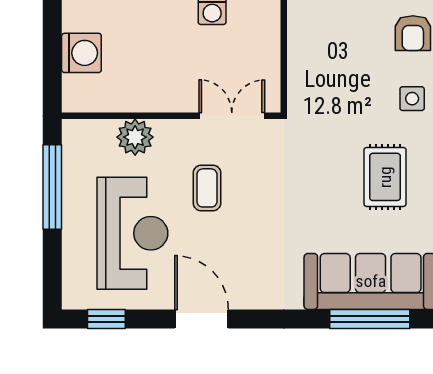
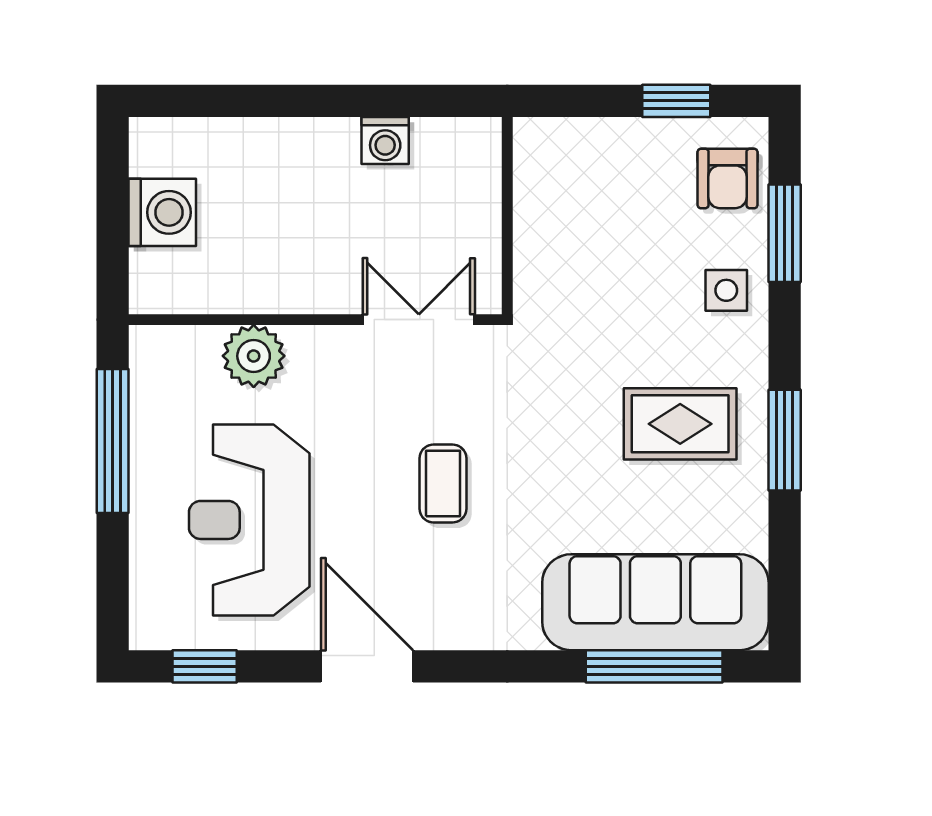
rug: (385, 177) -> (680, 424), turned 90
coffee table: (207, 188) -> (443, 484), moved
reception desk: (132, 233) -> (249, 520), turned 180

